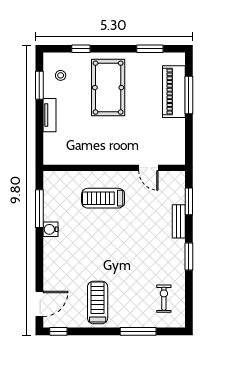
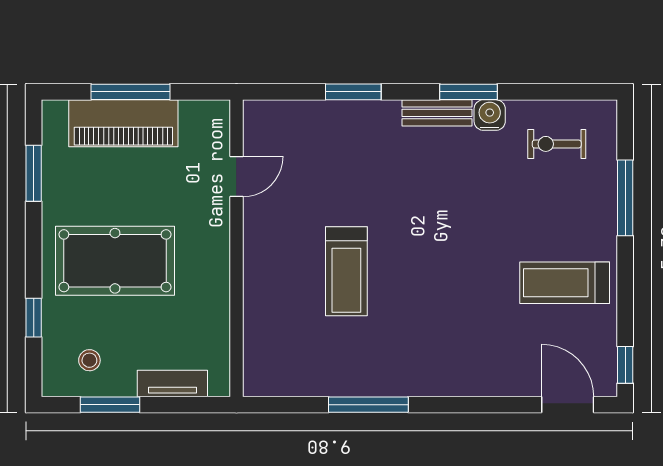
wall: (114, 168) -> (236, 248), moved
door: (148, 168) -> (236, 177), moved
bench: (179, 221) -> (437, 113), moved
water cooler: (50, 229) -> (490, 115), moved, turned 180

